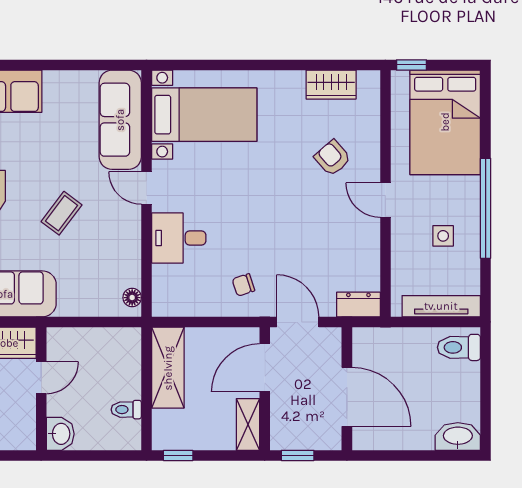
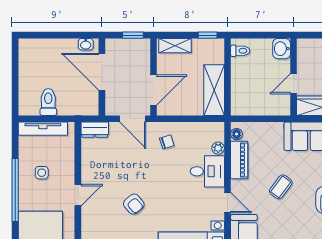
armchair: (333, 158) -> (134, 204), moved
door: (385, 200) -> (78, 195), hinge flipped
piano: (128, 256) -> (239, 160), added
plant: (162, 275) -> (218, 148), added
toilet: (459, 347) -> (48, 102), moved, turned -90
toilet: (126, 410) -> (240, 51), moved
shelving: (248, 425) -> (175, 46), moved, turned 90
washbasin: (458, 437) -> (86, 44), moved, width x0.52, depth x0.69

